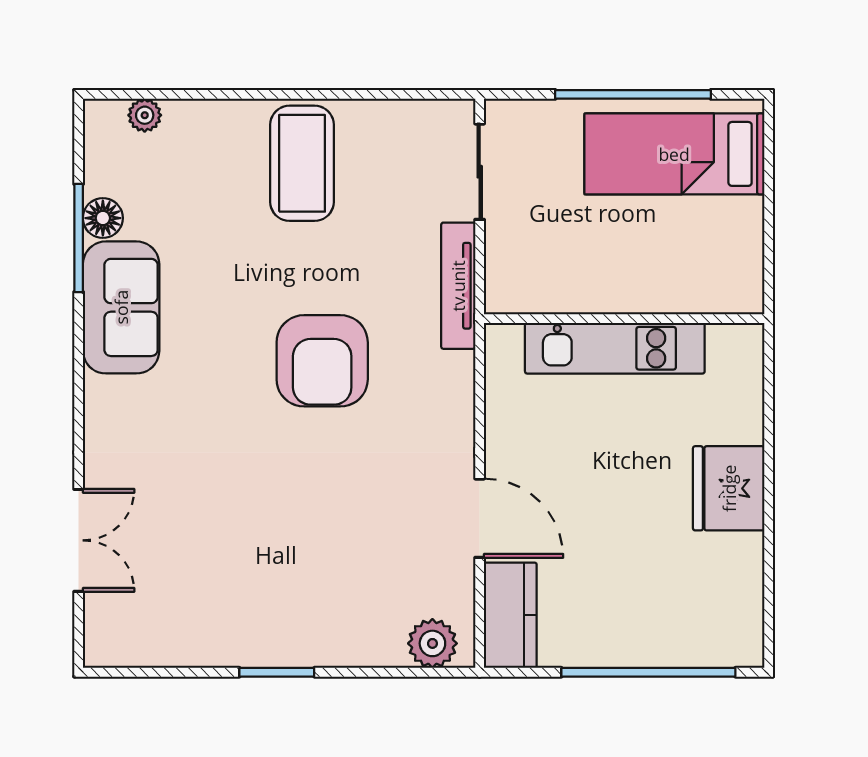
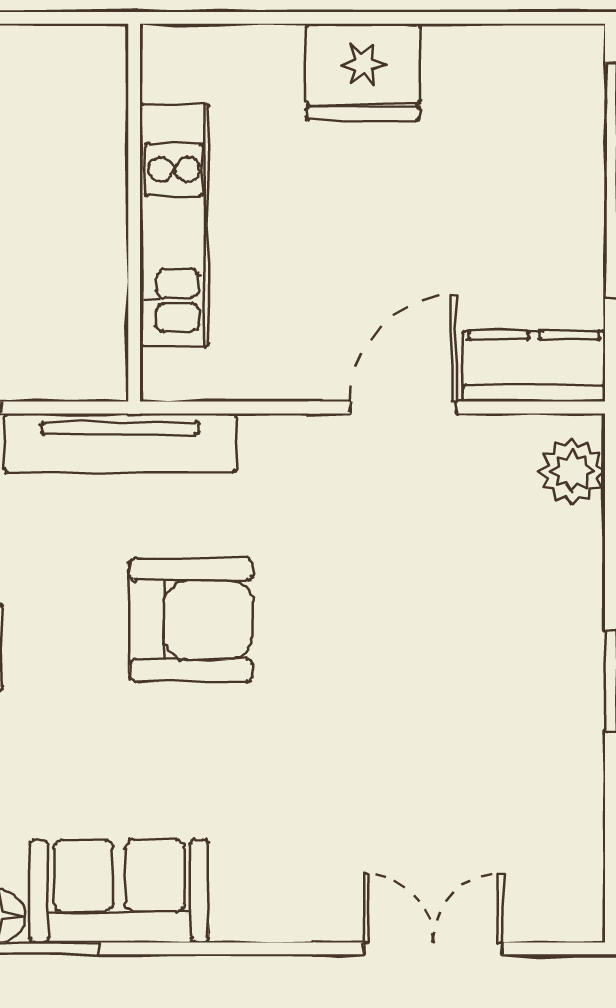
tv unit: (458, 286) -> (120, 443), width x1.36, depth x1.29

